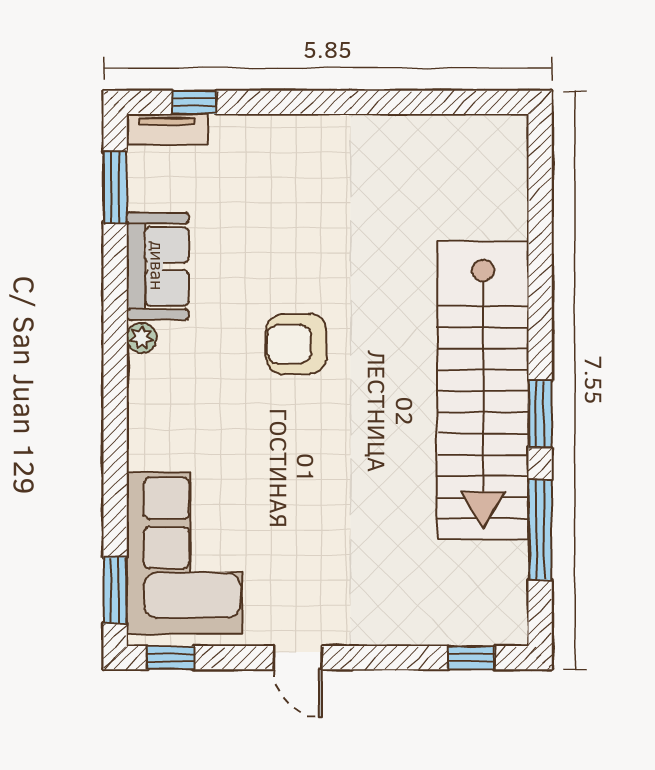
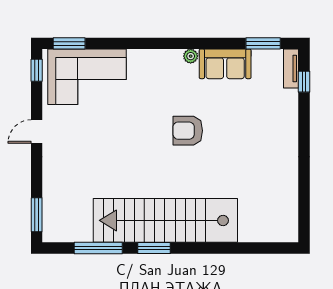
armchair: (296, 344) -> (188, 131), turned -90
window: (471, 658) -> (37, 215), width x1.50

